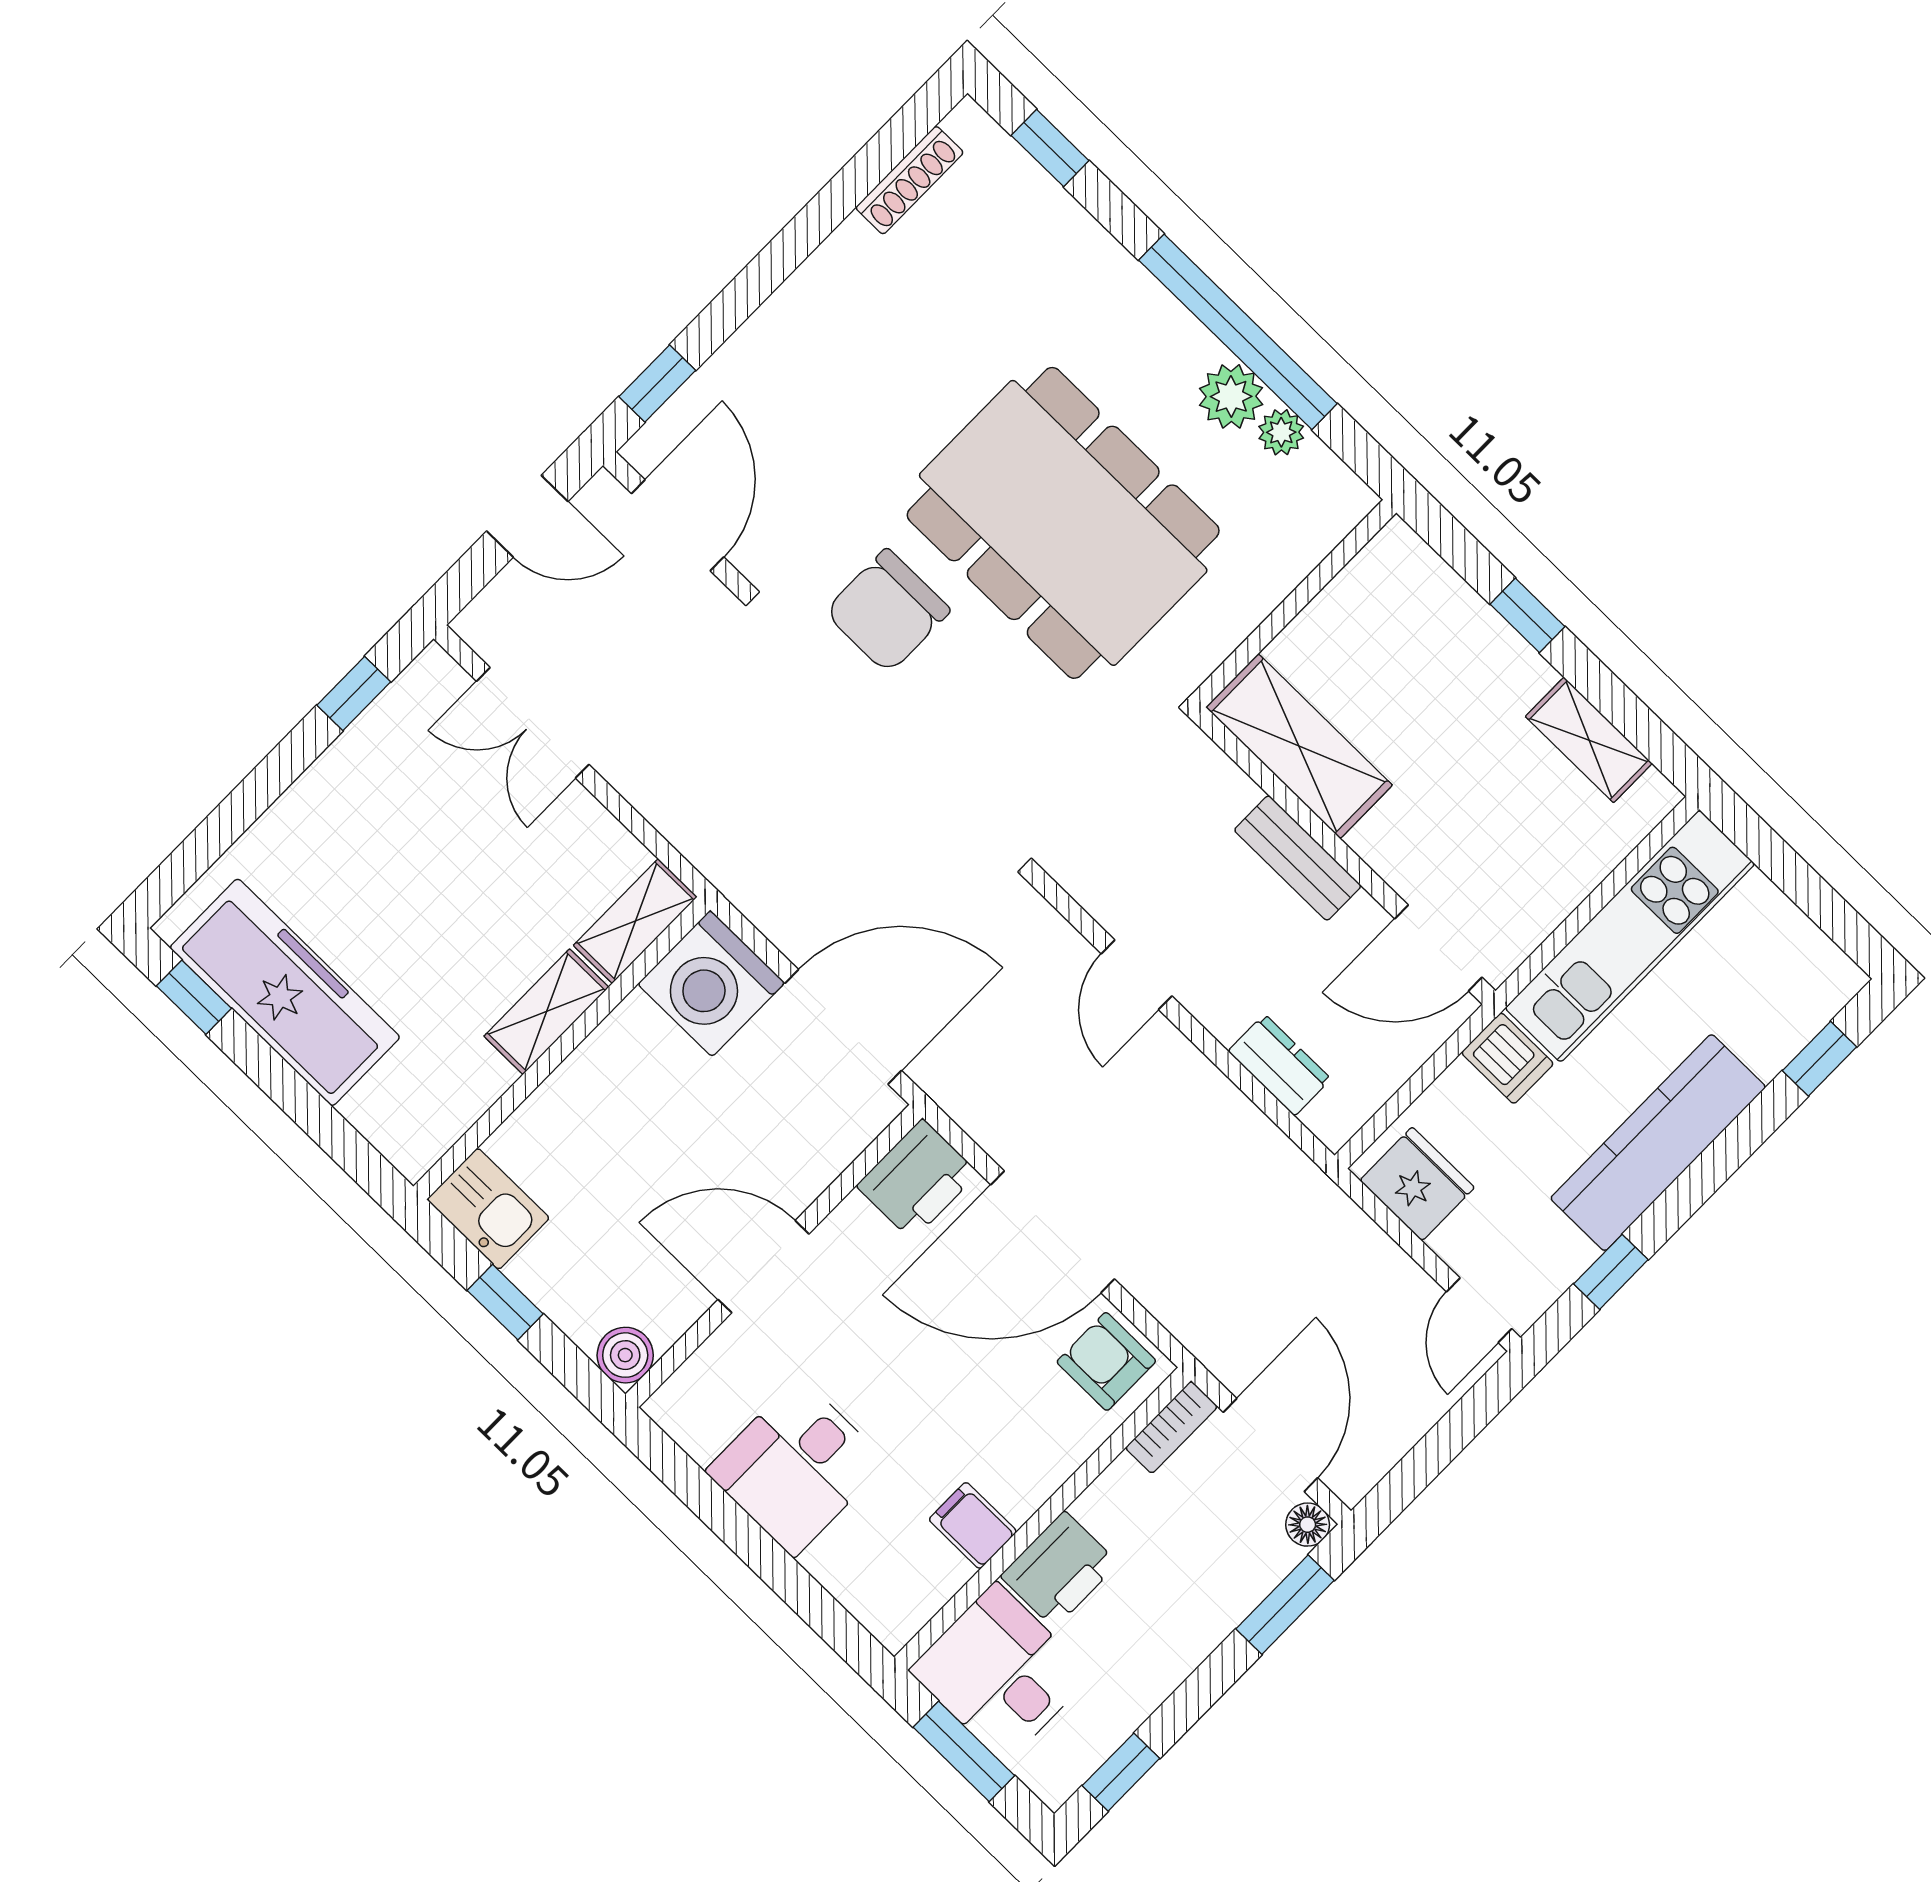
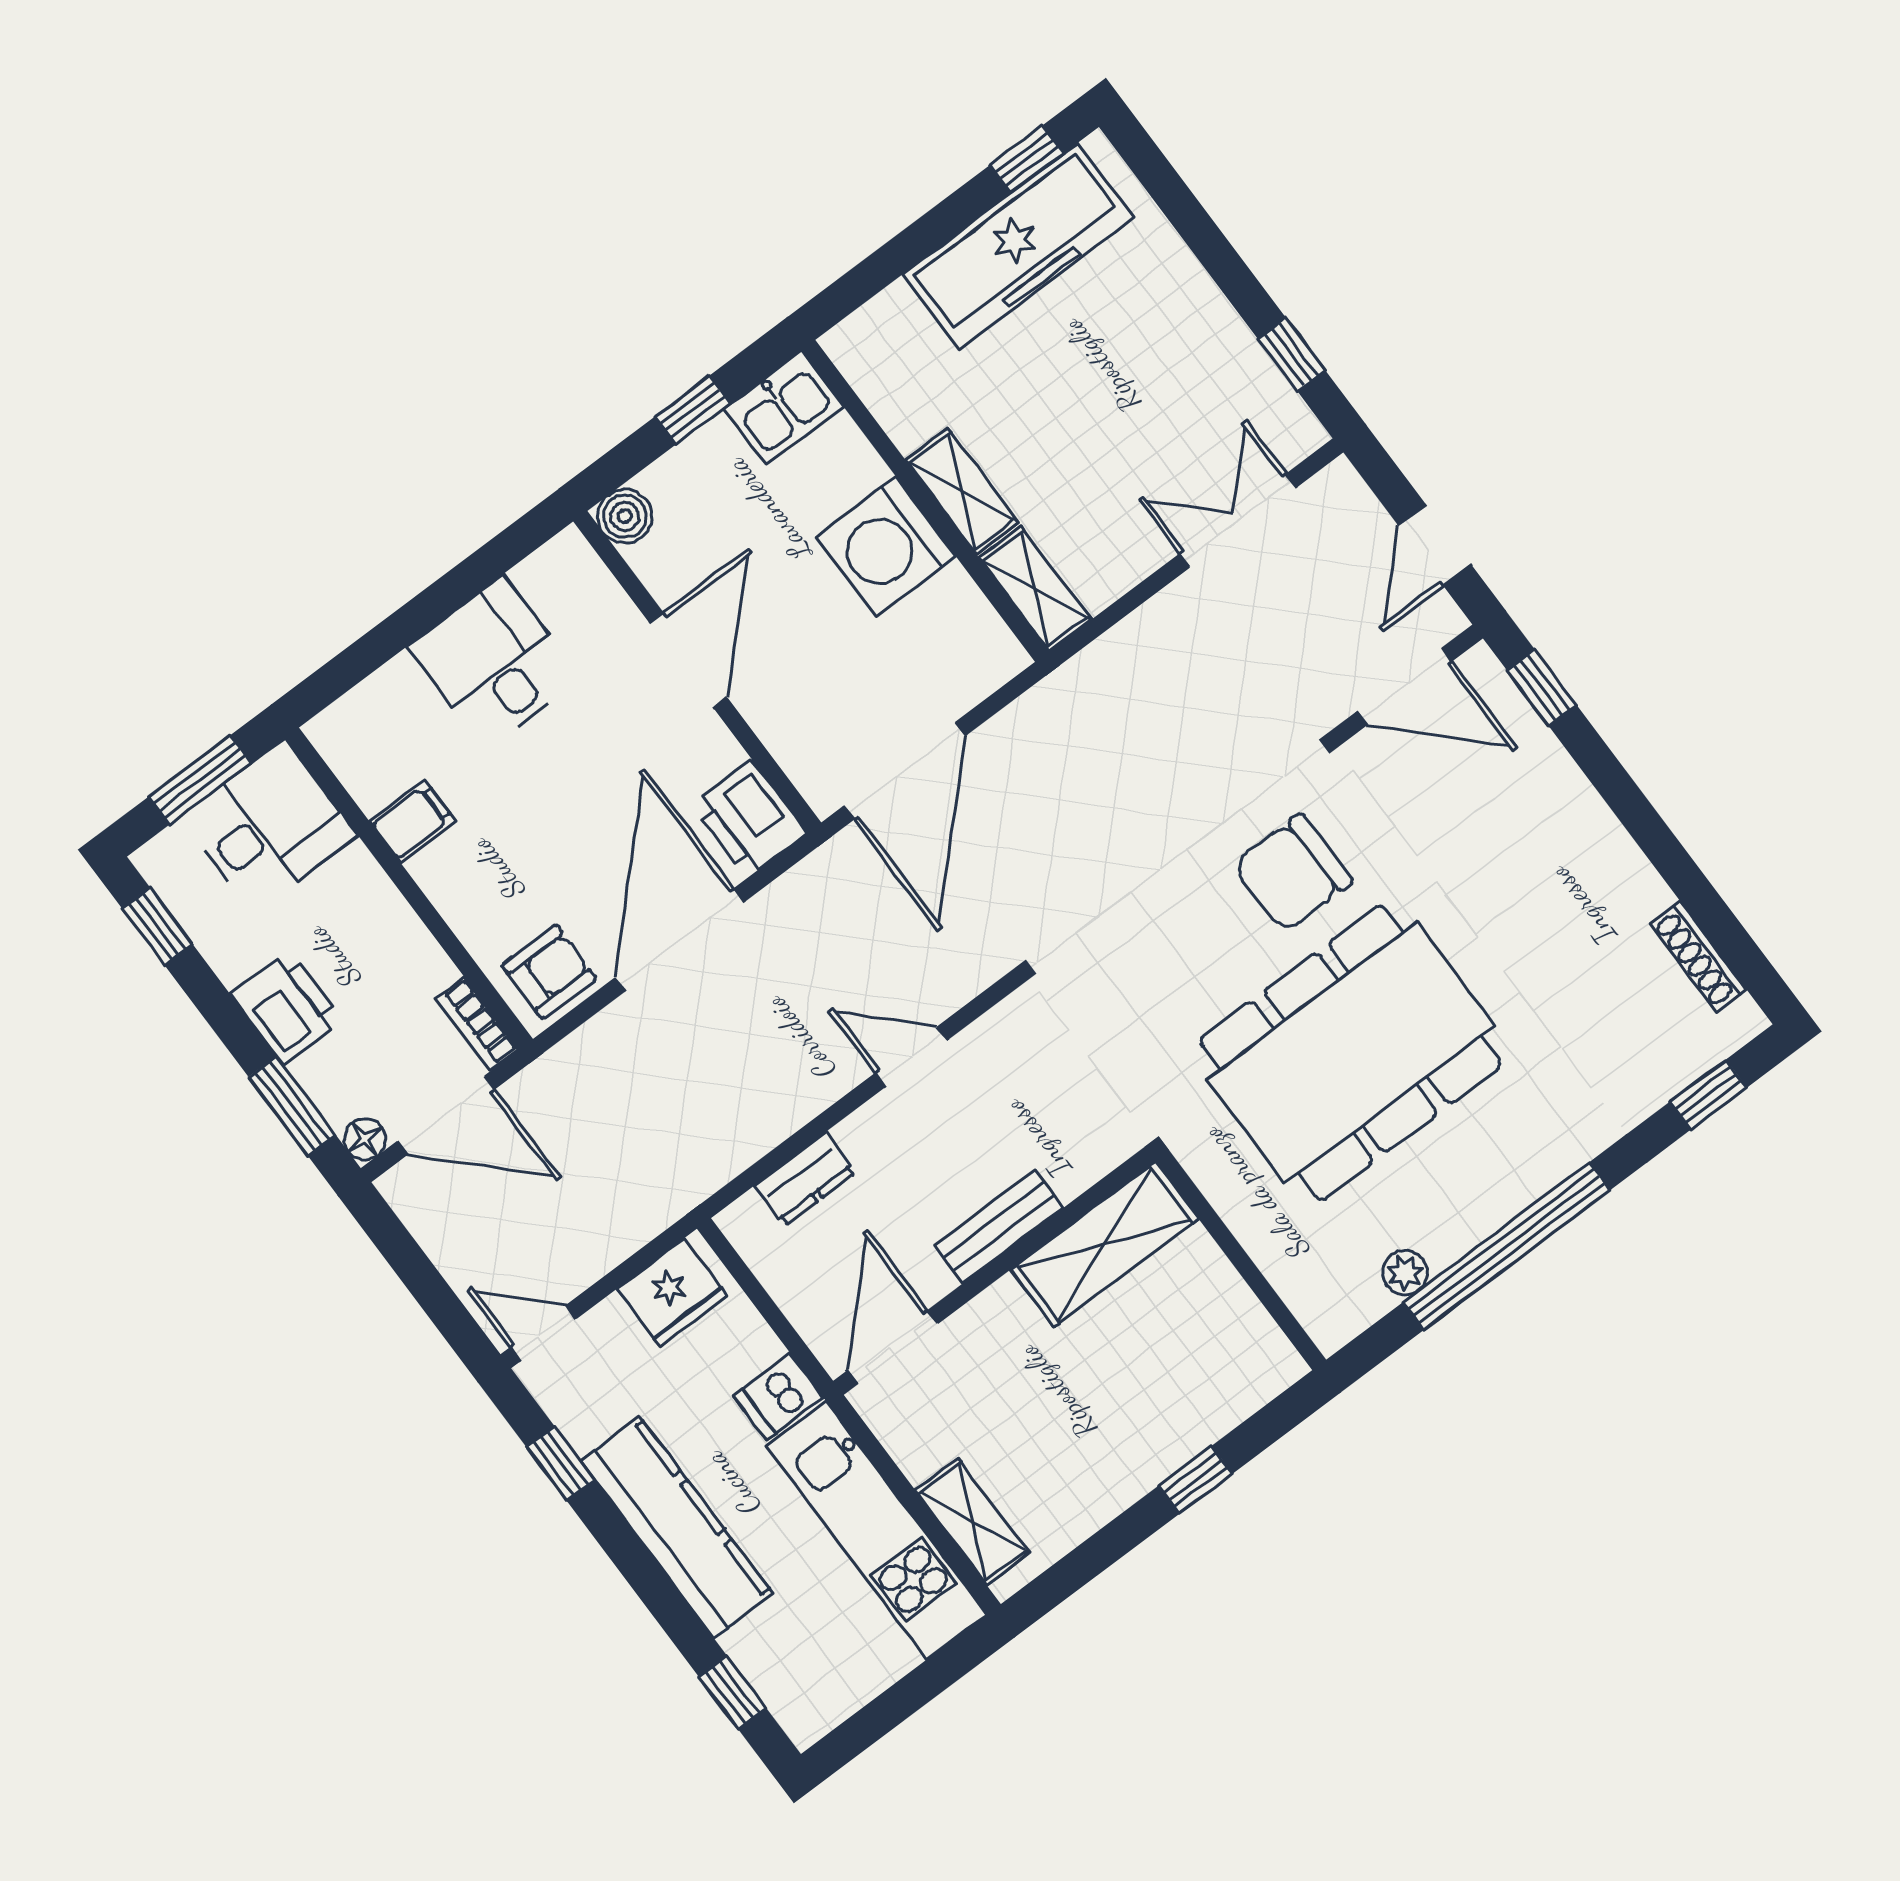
plant: (1231, 396) -> (1446, 1230), removed
chair: (887, 611) -> (1293, 873), turned -90
shelving: (1589, 740) -> (972, 1522), moved, turned 90
washing machine: (711, 983) -> (886, 547), moved, turned -90
printer: (1059, 1570) -> (286, 1008), moved, turned 180

